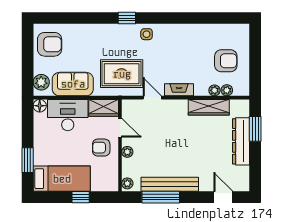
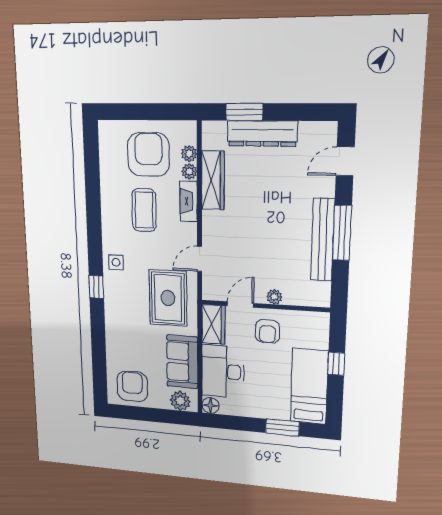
coffee table: (186, 57) -> (144, 210), added
armchair: (226, 61) -> (148, 154), width x1.36, depth x1.36
fireplace: (179, 90) -> (189, 201), moved
plant: (127, 183) -> (319, 299), removed
window: (161, 197) -> (342, 233), moved

